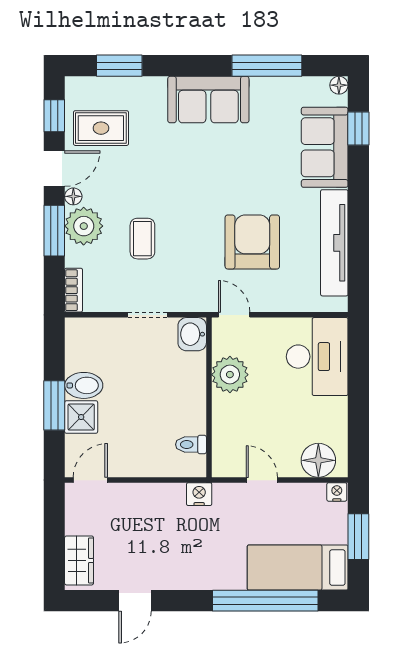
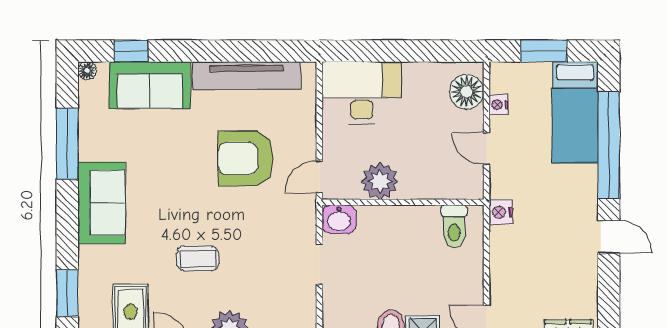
coffee table: (142, 239) -> (198, 258), moved
toilet: (191, 445) -> (454, 226), width x1.37, depth x1.39
door: (262, 480) -> (487, 149), hinge flipped
nightstand: (337, 492) -> (499, 105), moved
door: (135, 601) -> (609, 237), moved

